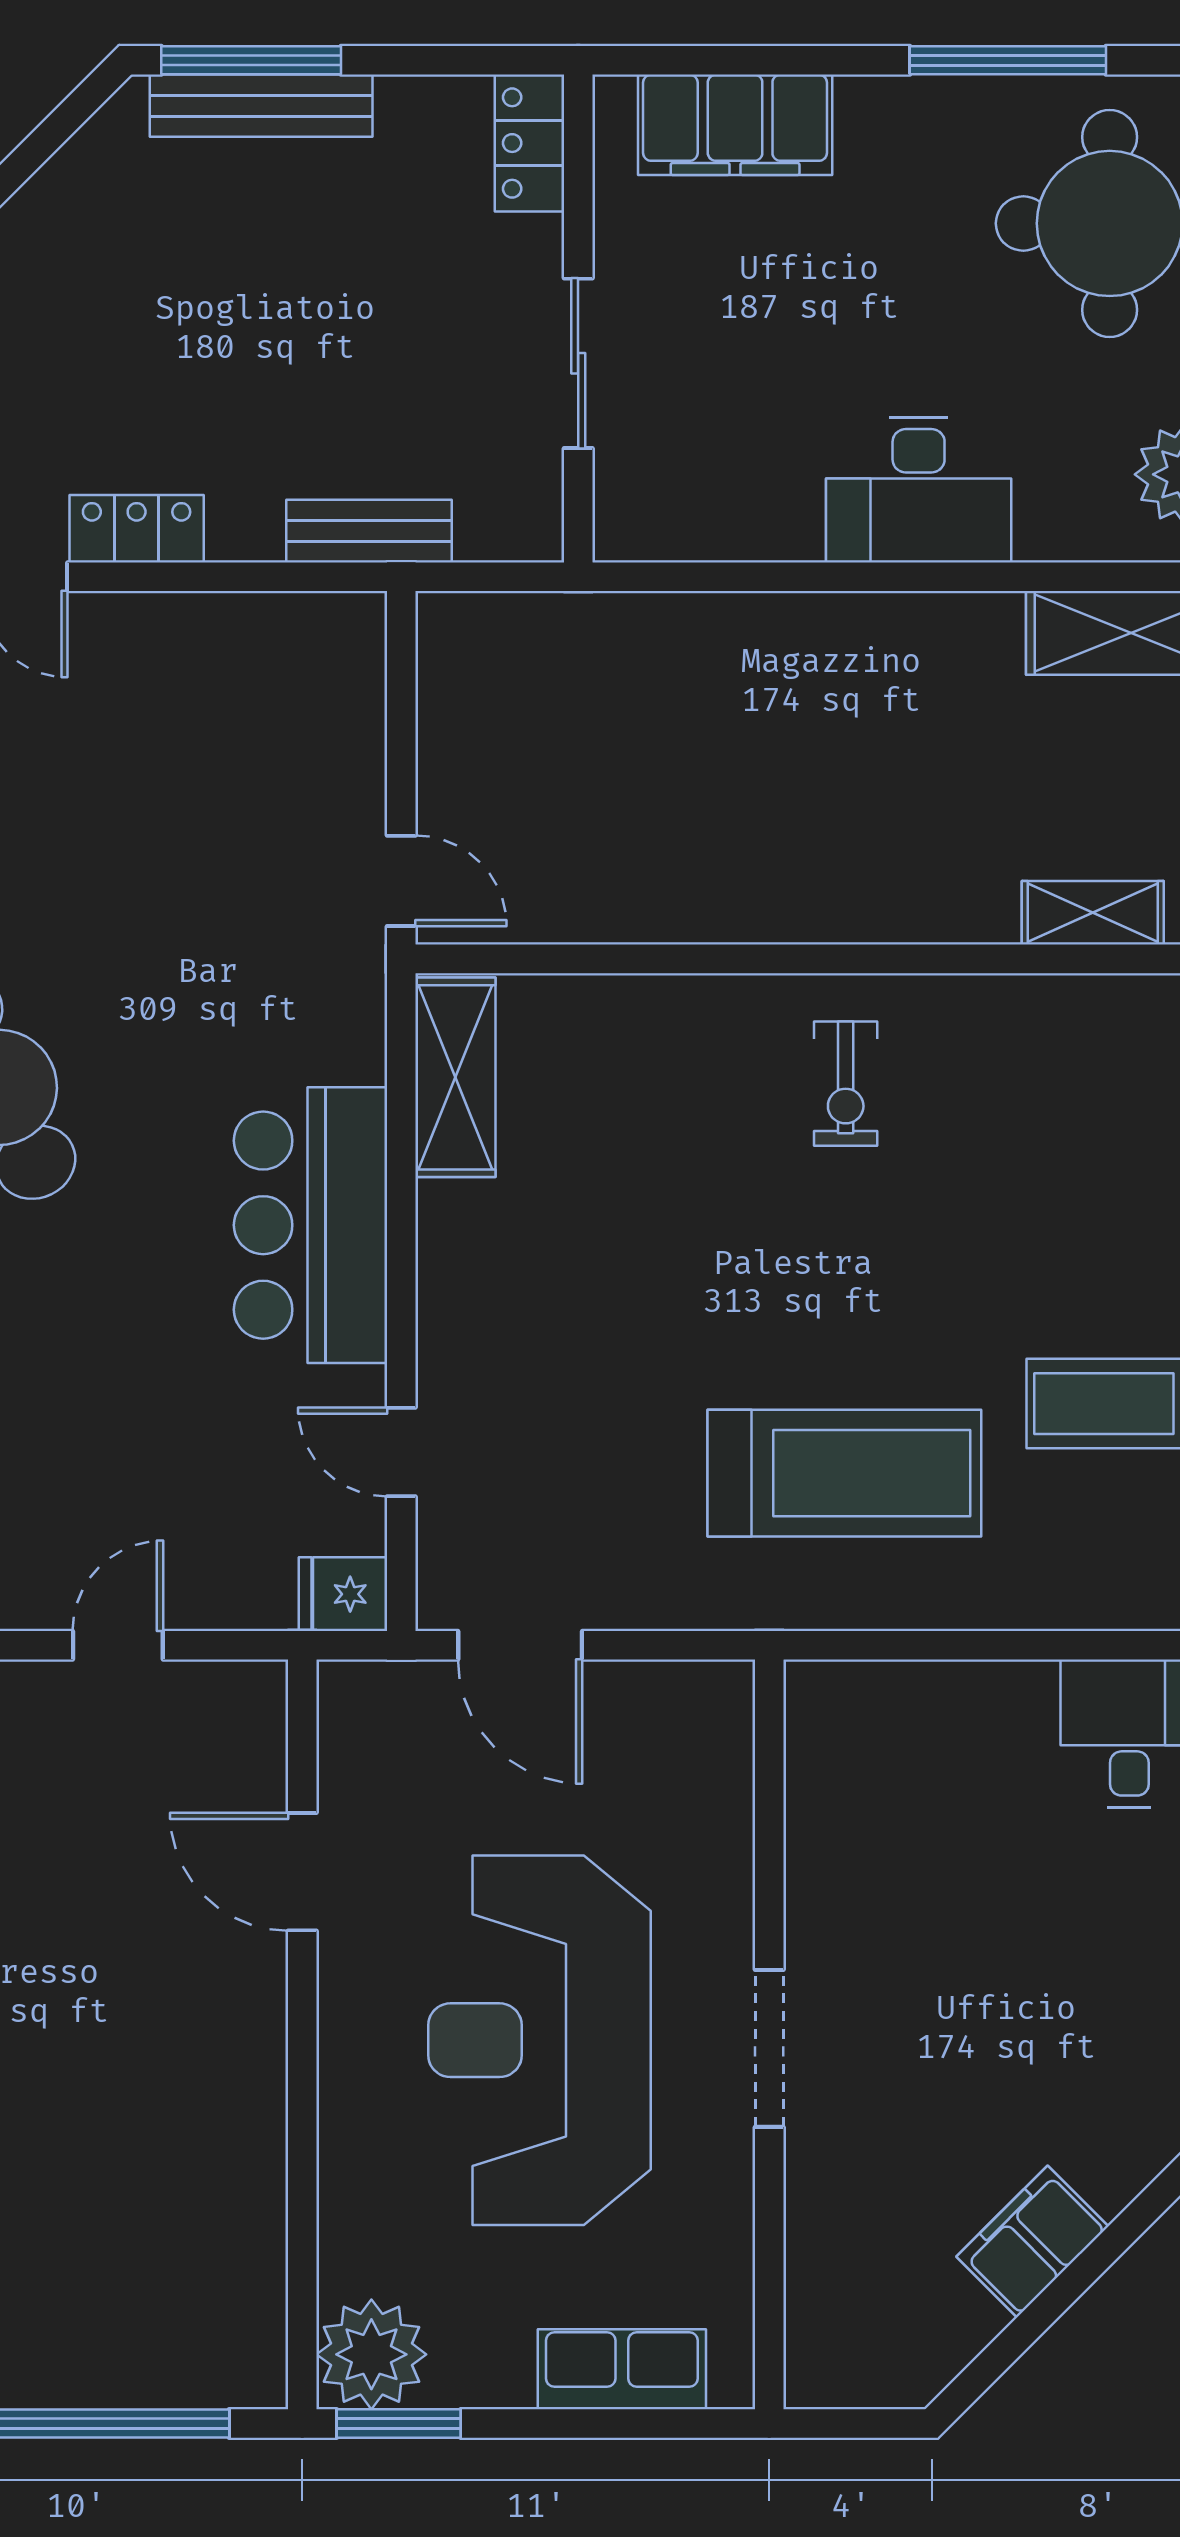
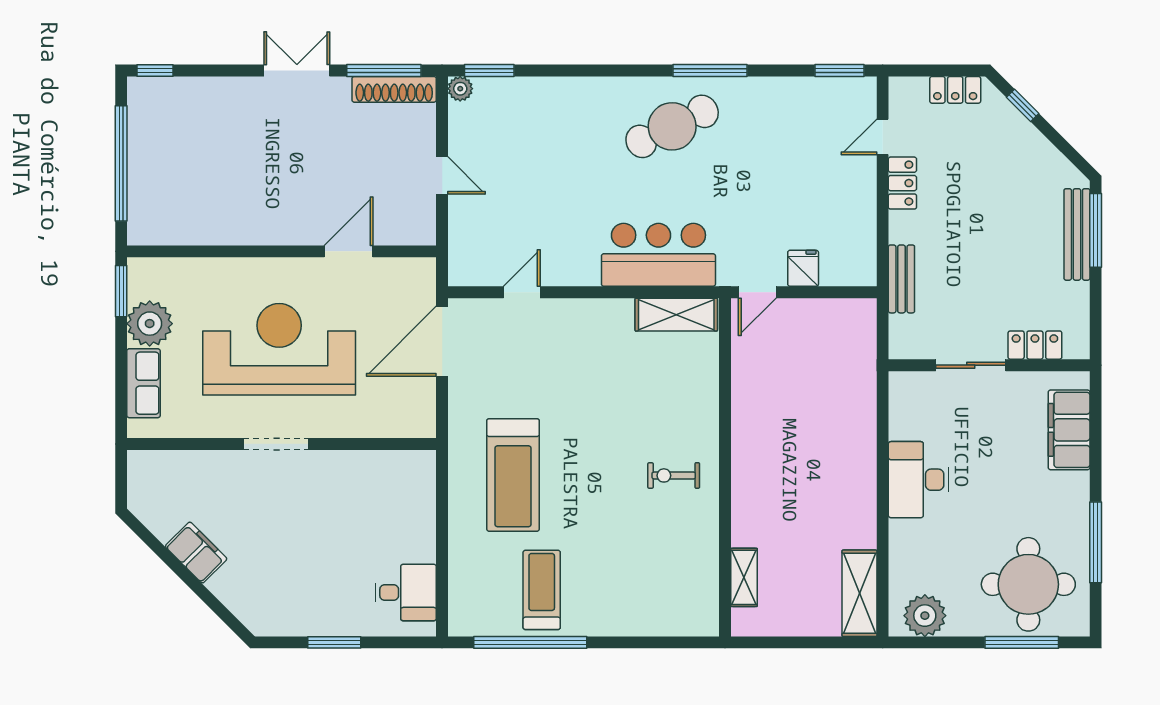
locker: (529, 143) -> (1035, 345), moved
desk: (919, 490) -> (918, 480), moved
bar counter: (311, 1225) -> (658, 255), moved
fridge: (343, 1594) -> (803, 268), moved
door: (520, 1645) -> (442, 341), width x1.36
plant: (371, 2354) -> (150, 324), moved

